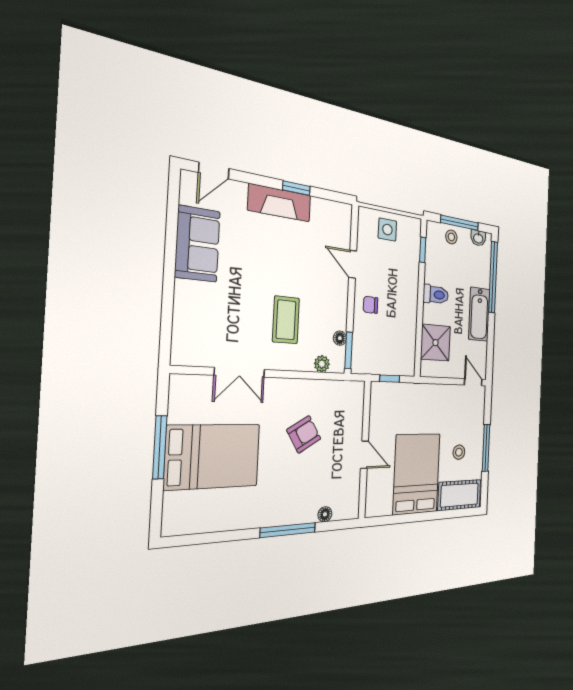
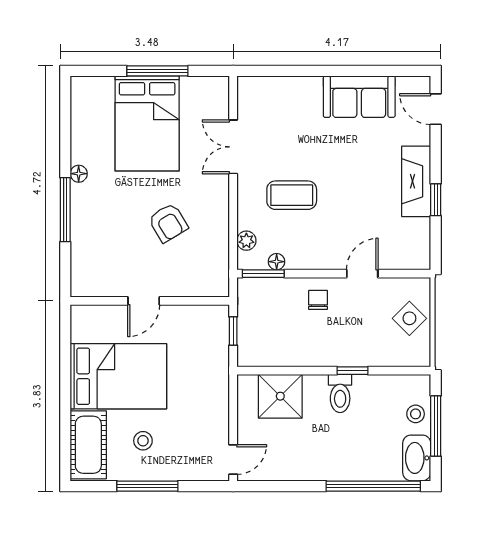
side table: (387, 230) -> (409, 318), turned 45
washbasin: (478, 238) -> (417, 458), width x1.91, depth x1.45
window: (423, 250) -> (353, 371), moved
bathtub: (479, 314) -> (322, 465), removed
floor lamp: (325, 514) -> (79, 174), moved

